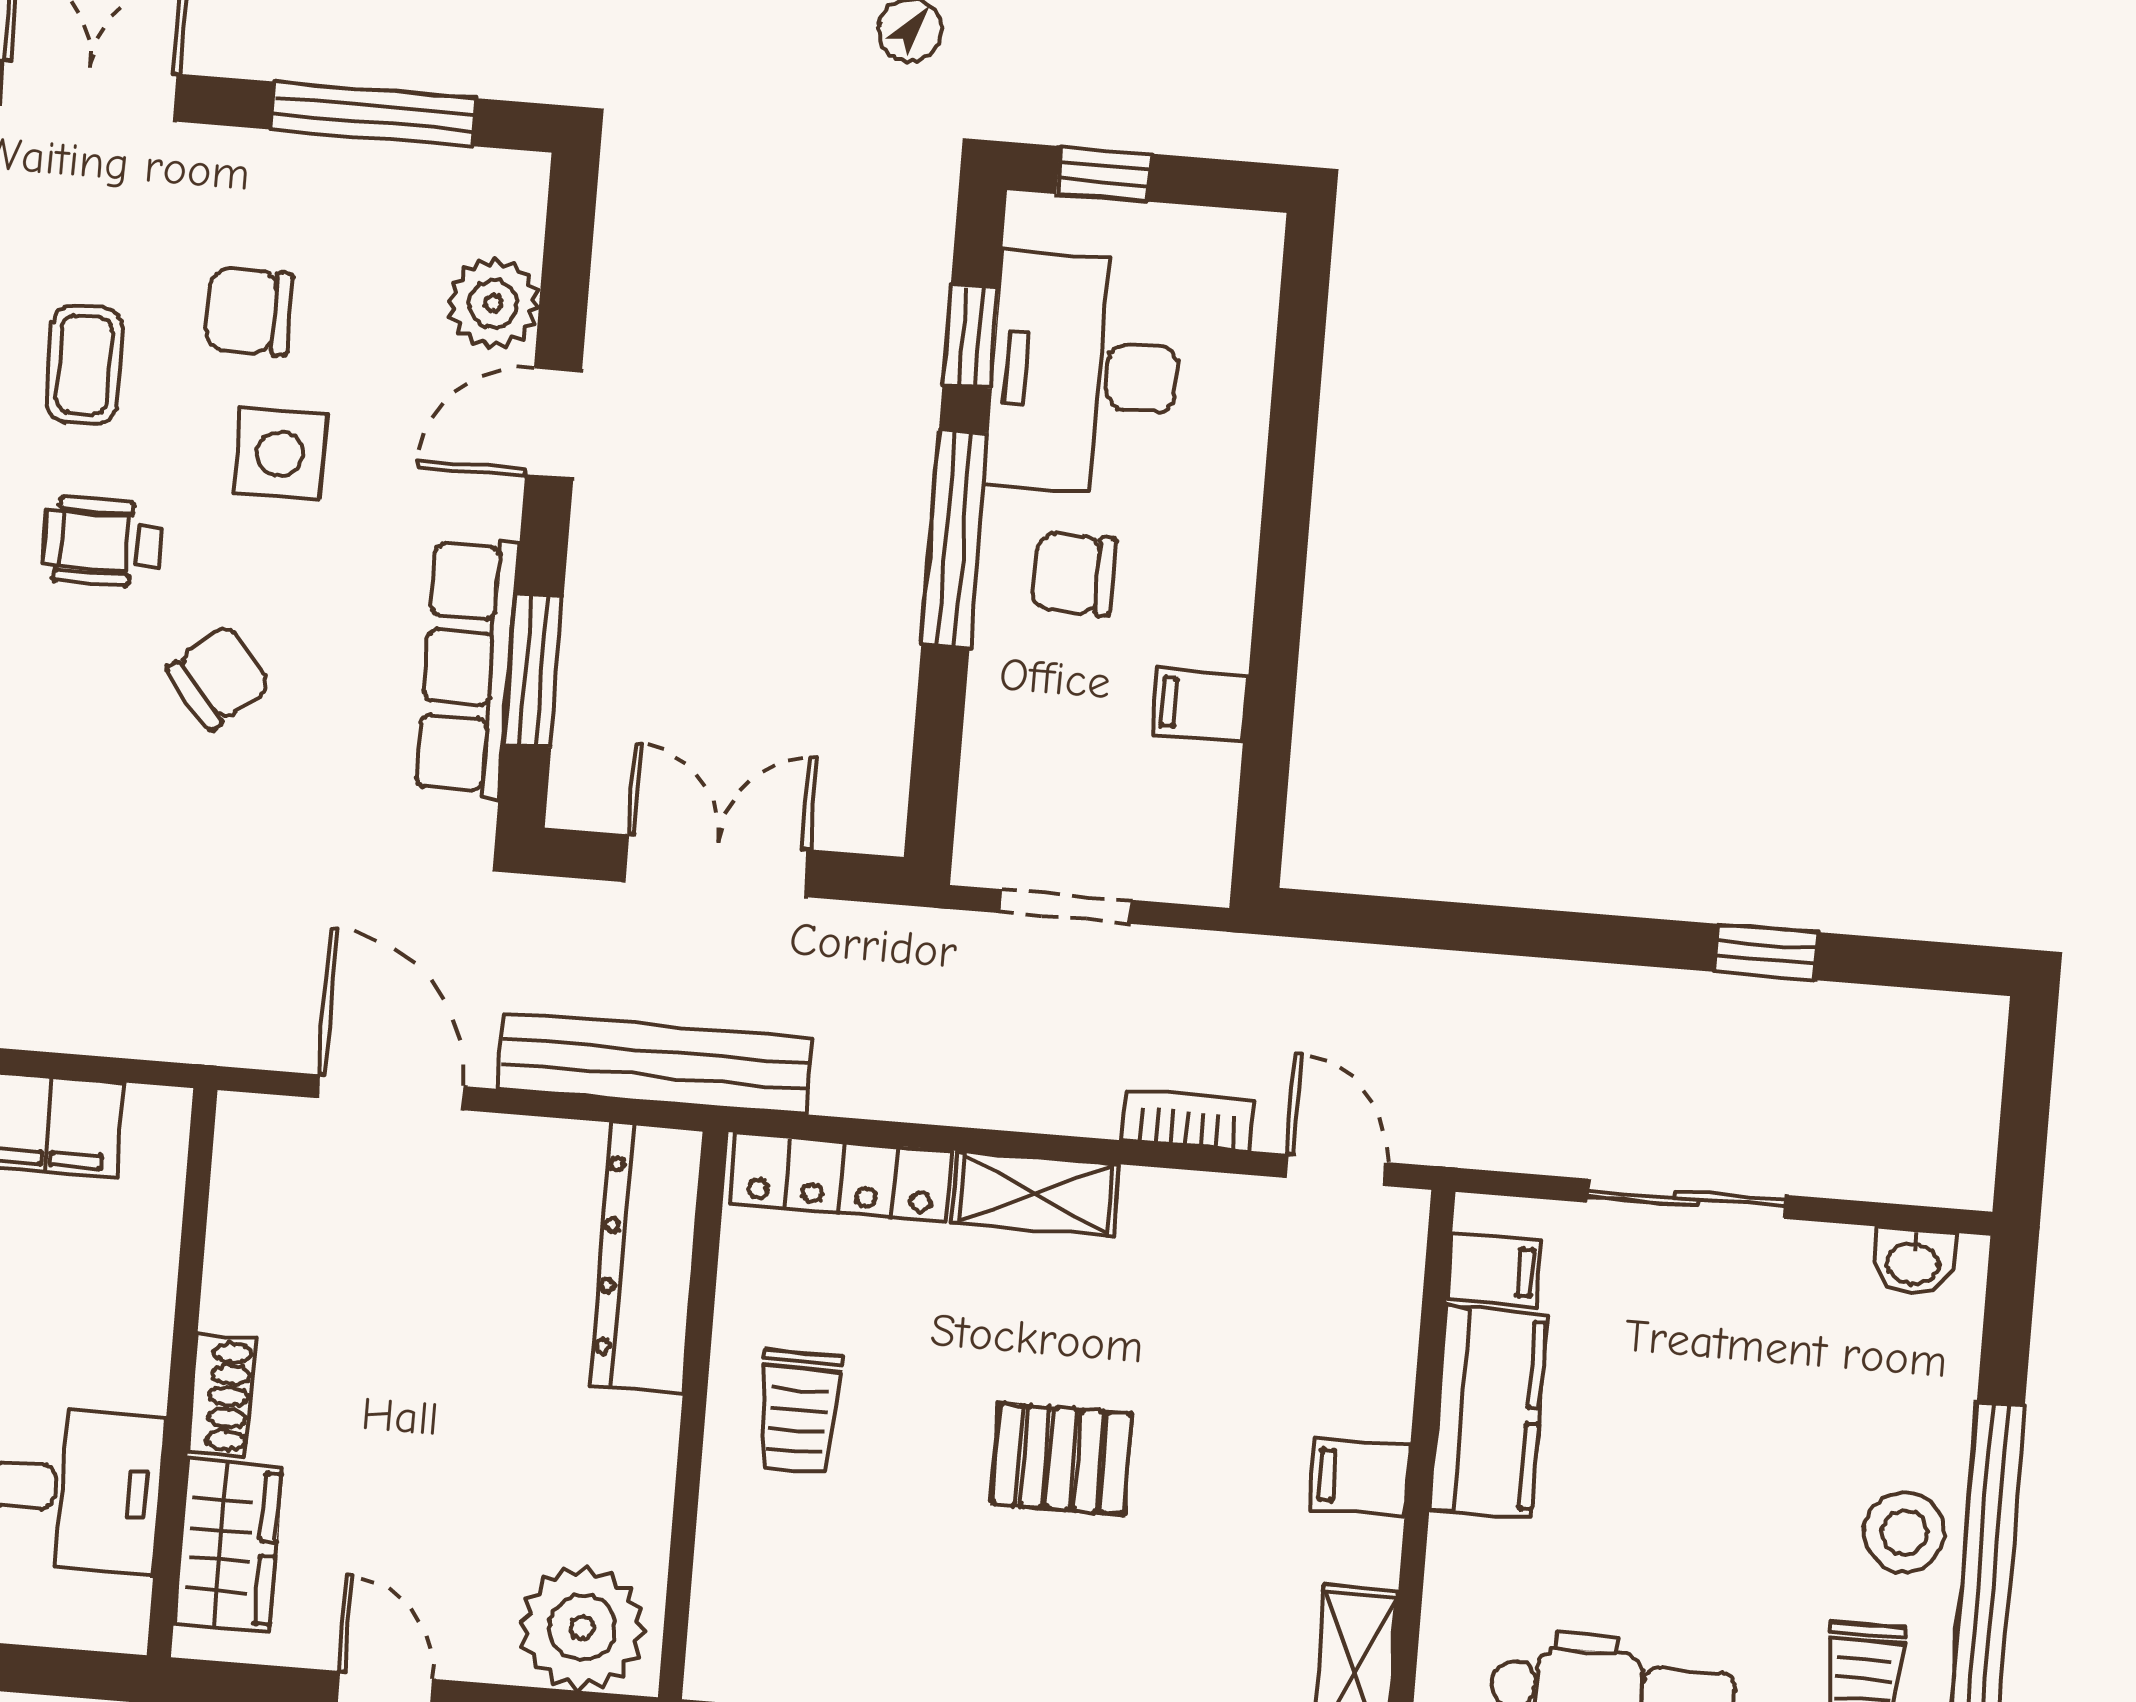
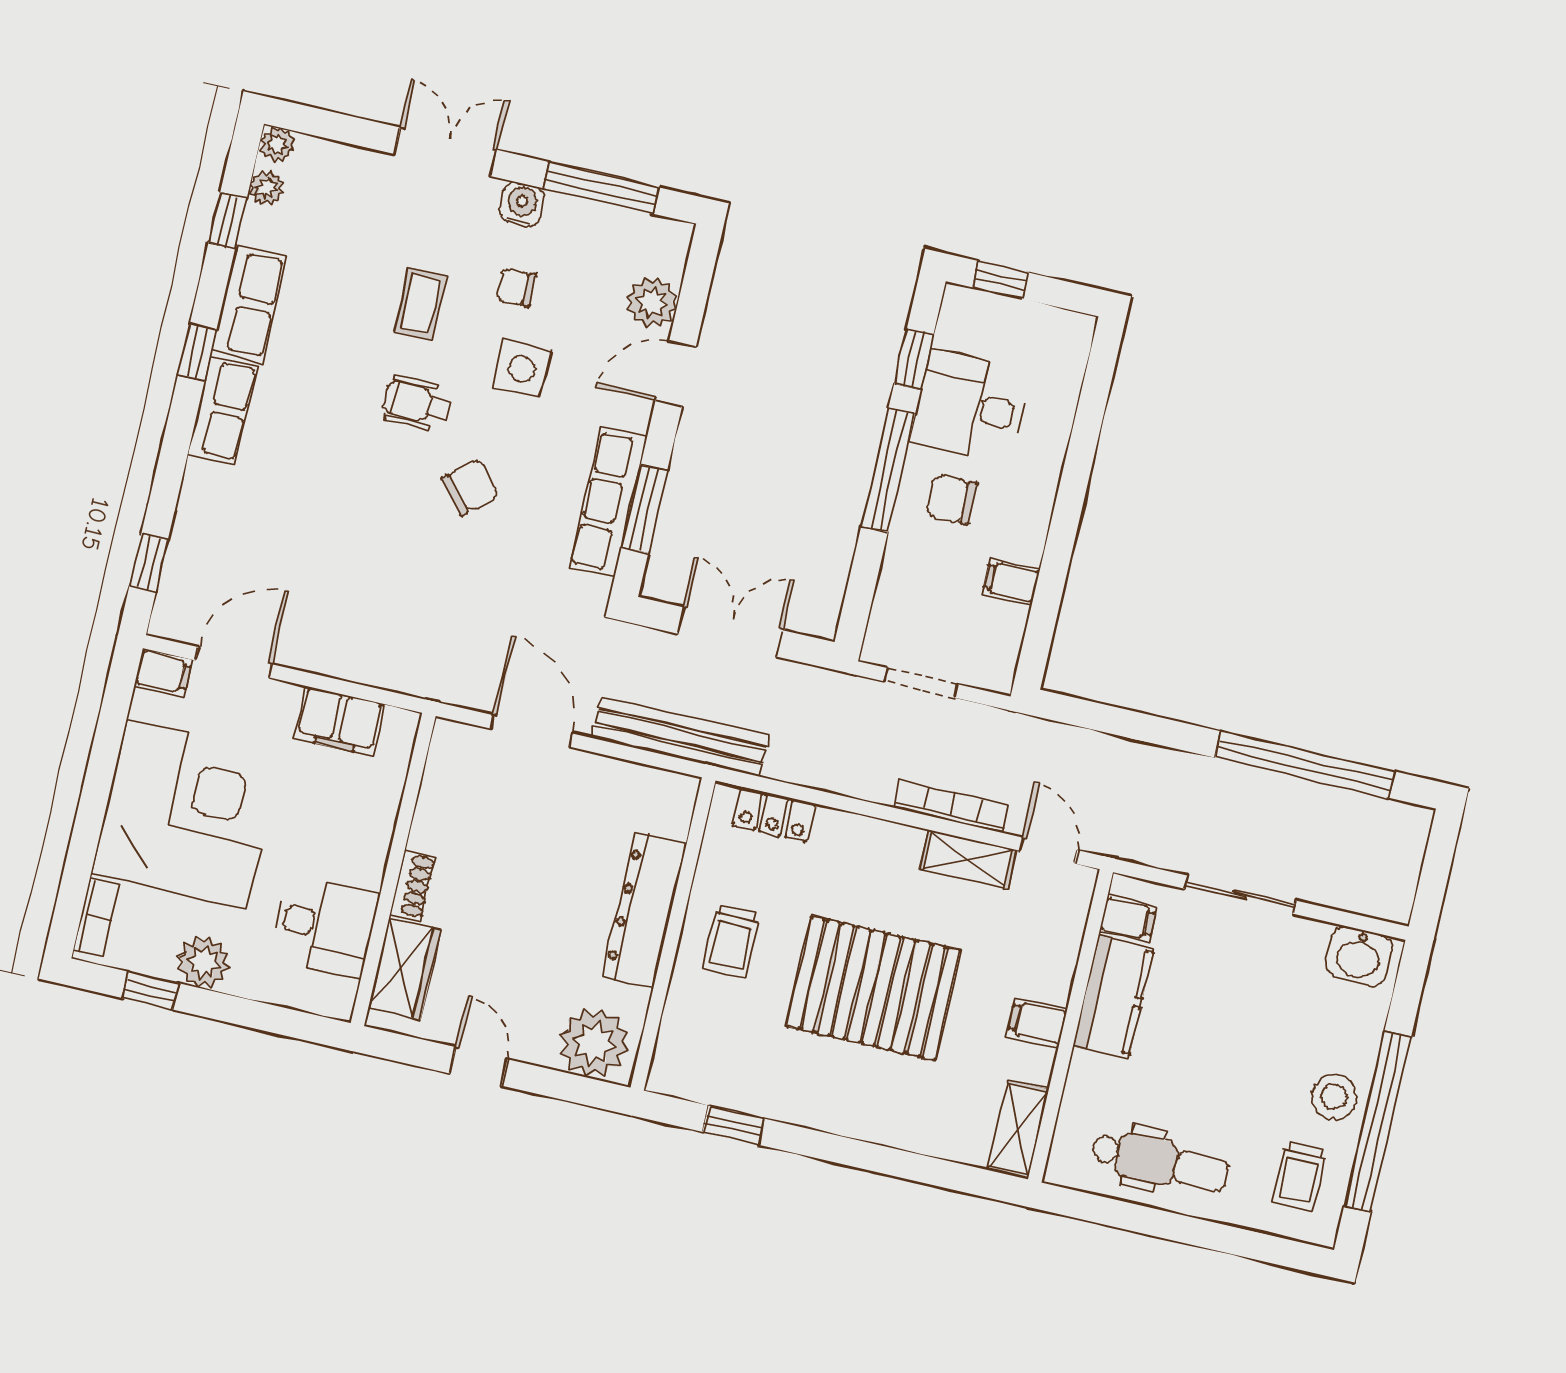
water cooler: (238, 164) -> (522, 204), added
chair: (249, 312) -> (516, 287), width x0.73, depth x0.73
desk: (1085, 373) -> (970, 406), width x0.73
window: (1767, 952) -> (1305, 765), width x3.17
bookcase: (1188, 1120) -> (951, 806), width x1.56
locker: (841, 1177) -> (774, 814), width x0.66
shelving: (1035, 1194) -> (968, 860), moved
dresser: (647, 1258) -> (644, 910), moved
washbasin: (1913, 1262) -> (1359, 956), width x1.38, depth x1.45
pallet: (1062, 1459) -> (873, 988), width x2.05, depth x2.00

